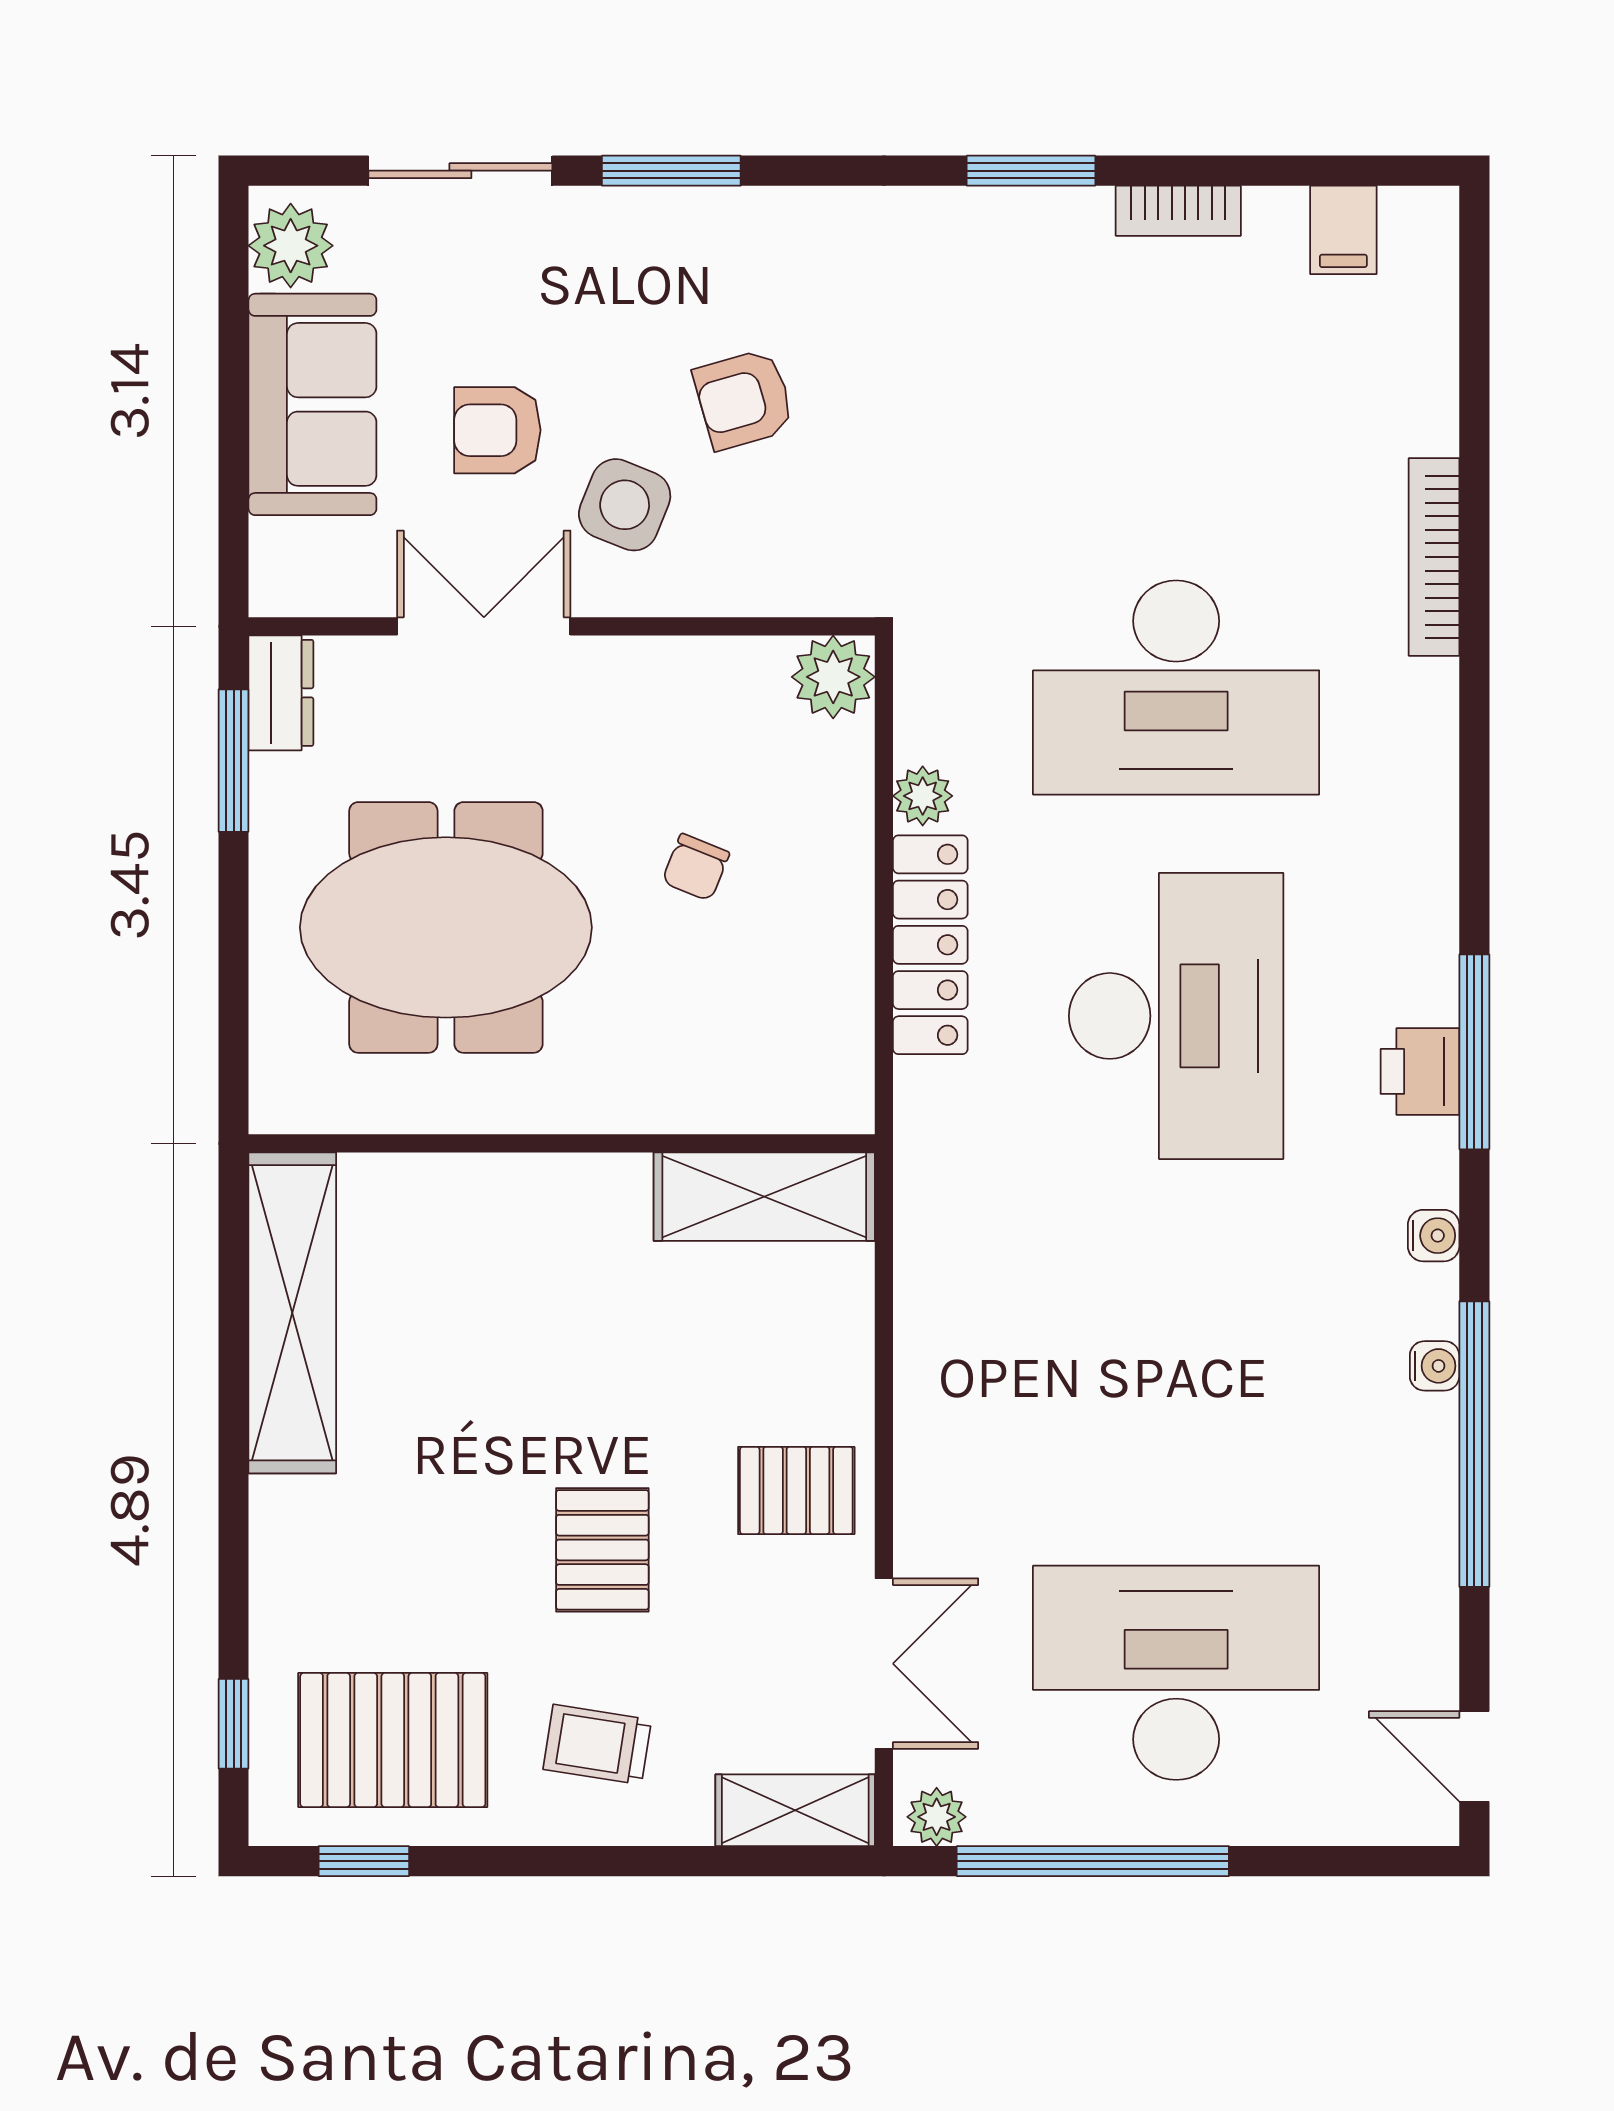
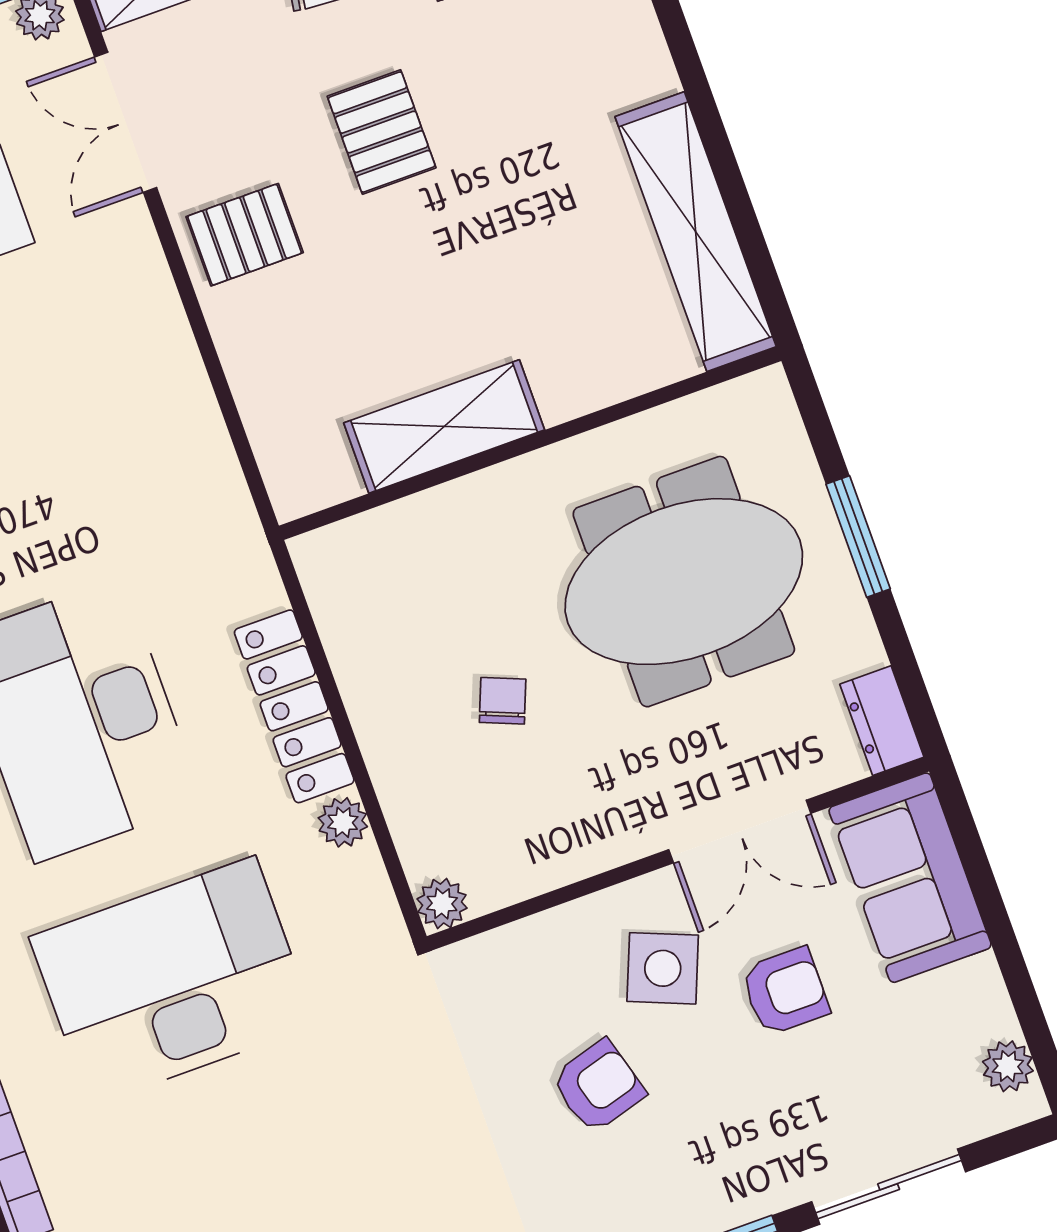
plant: (291, 246) -> (1008, 1066), width x0.73, depth x0.73
sofa: (312, 404) -> (910, 878), moved
plant: (833, 677) -> (442, 904), width x0.73, depth x0.73
window: (234, 761) -> (858, 537), moved
shelving: (764, 1197) -> (444, 426), moved

